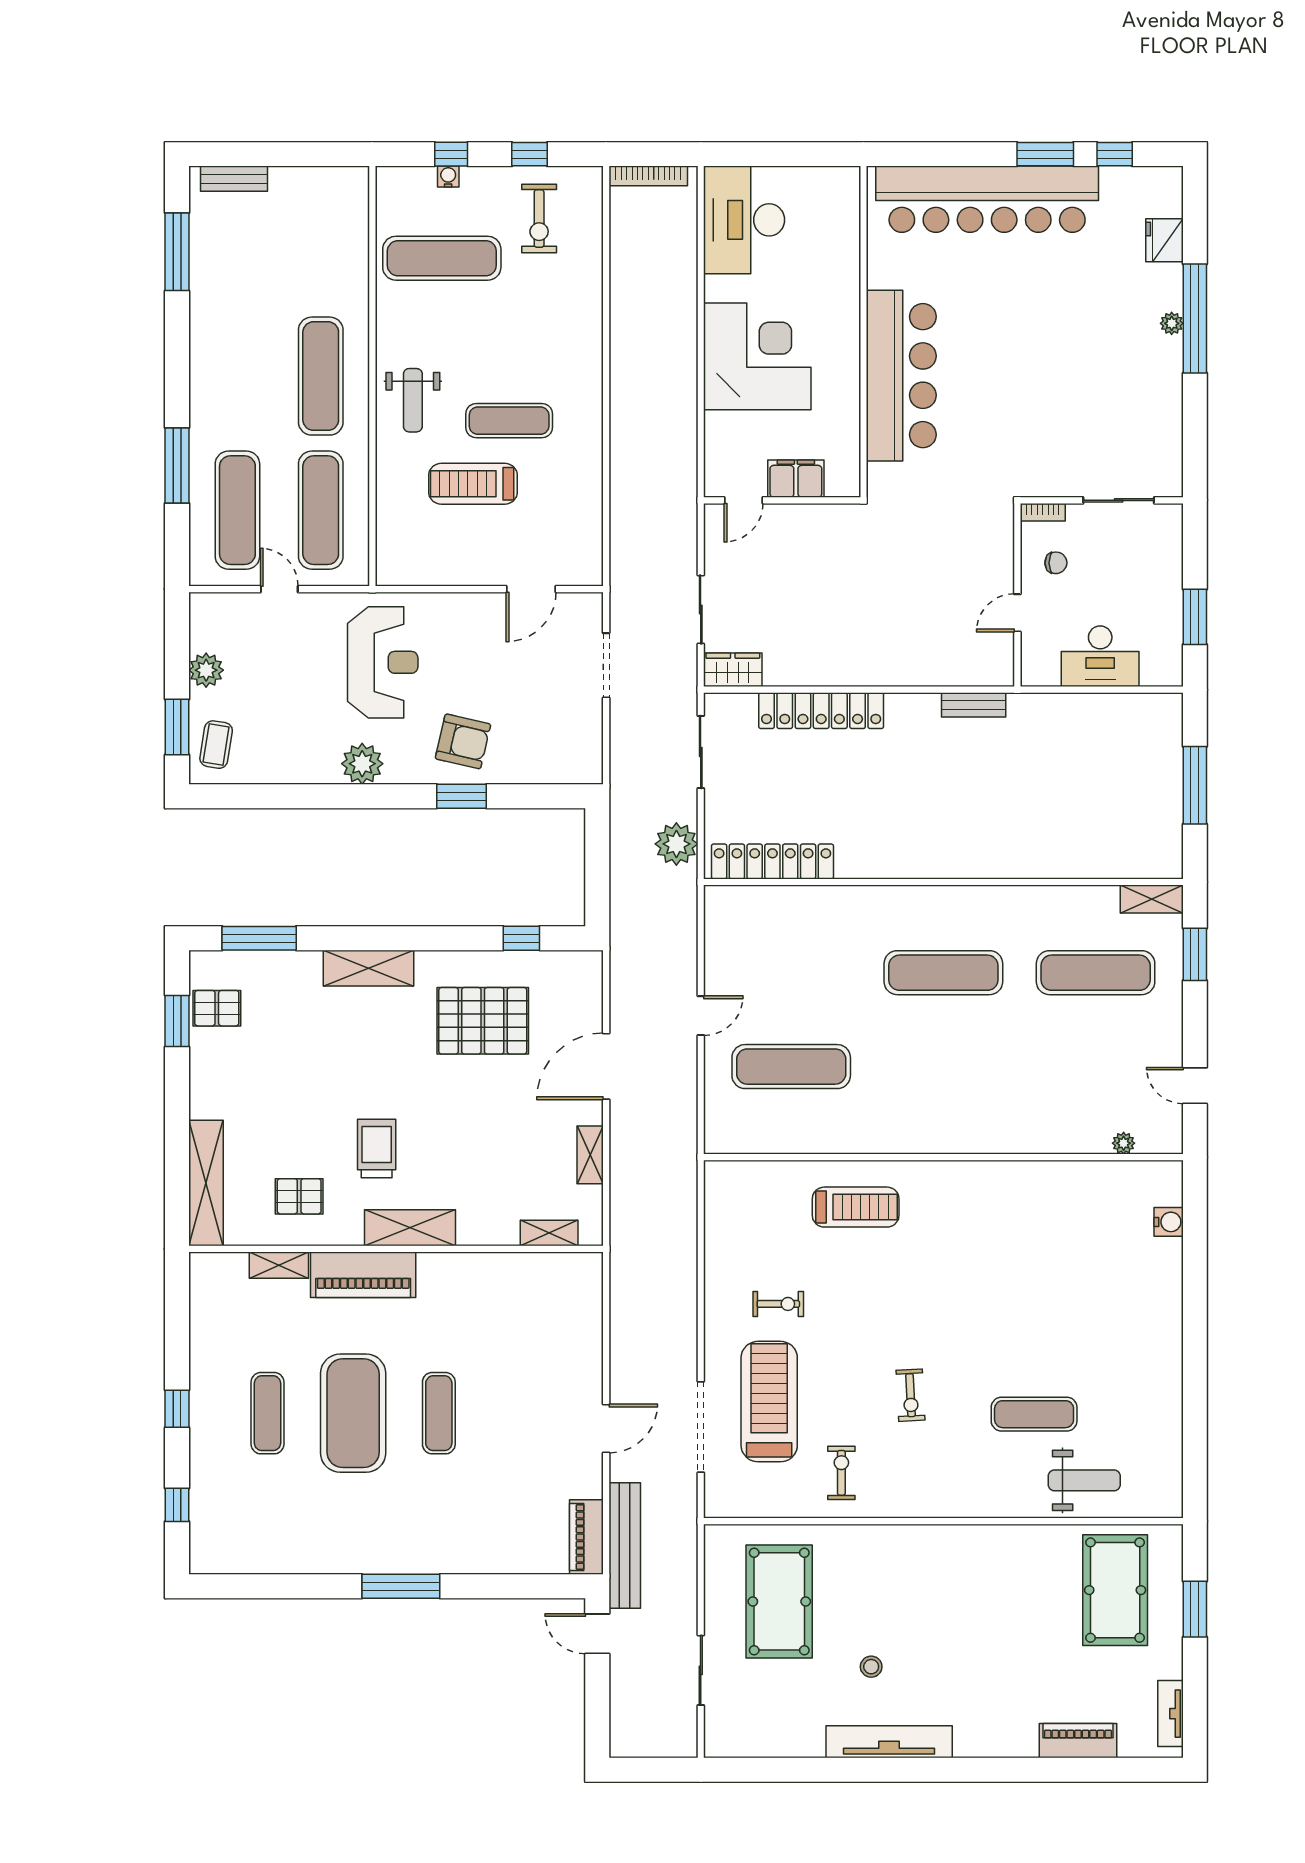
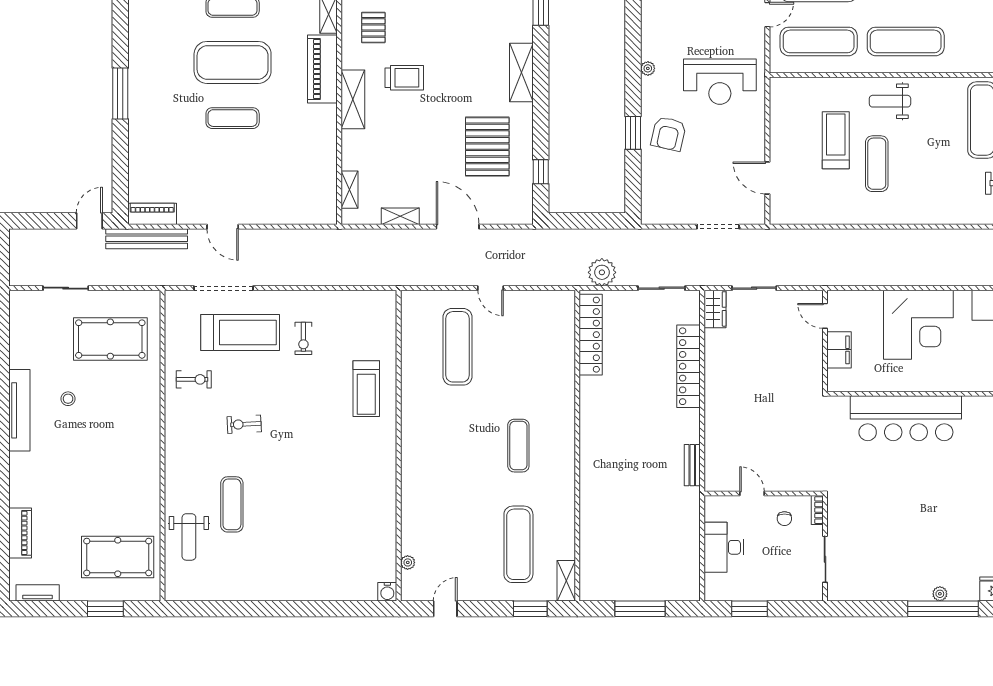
plant: (362, 764) -> (648, 68), width x0.53, depth x0.53
exercise mat: (943, 973) -> (518, 446), width x0.73, depth x0.69
water cooler: (1169, 1222) -> (387, 592), moved

